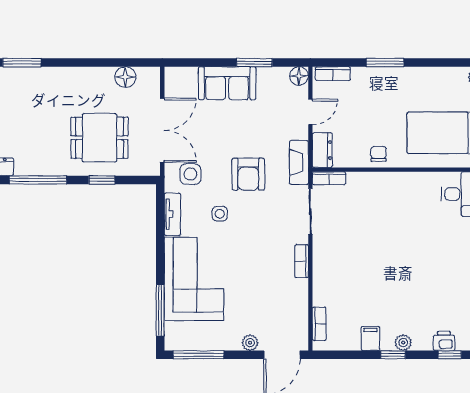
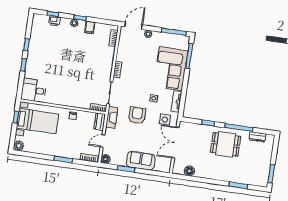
dining table: (99, 138) -> (226, 144), moved

